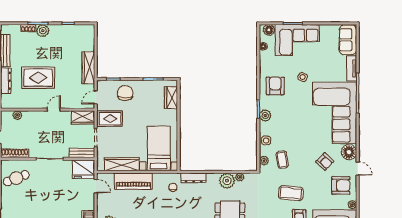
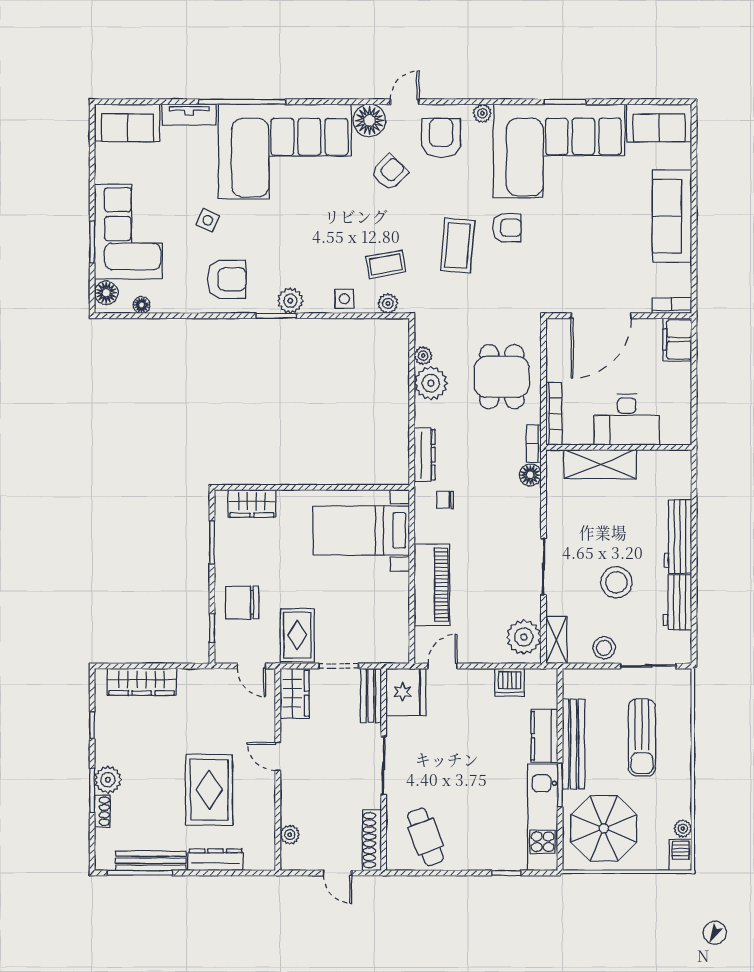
wardrobe: (88, 68) -> (142, 682), moved
armchair: (275, 86) -> (227, 279), turned 180
wardrobe: (122, 164) -> (395, 610), removed

